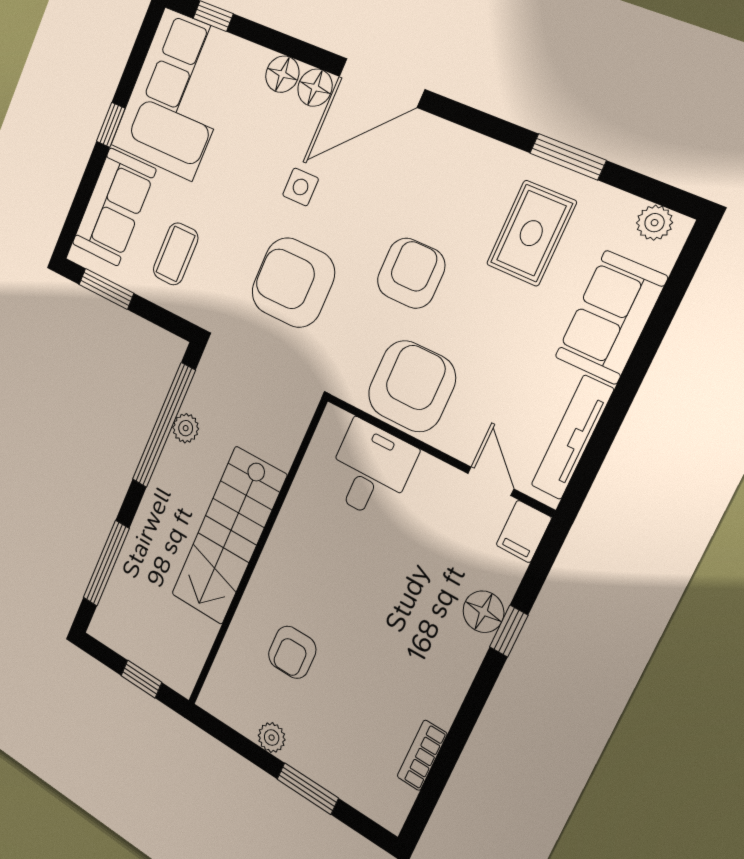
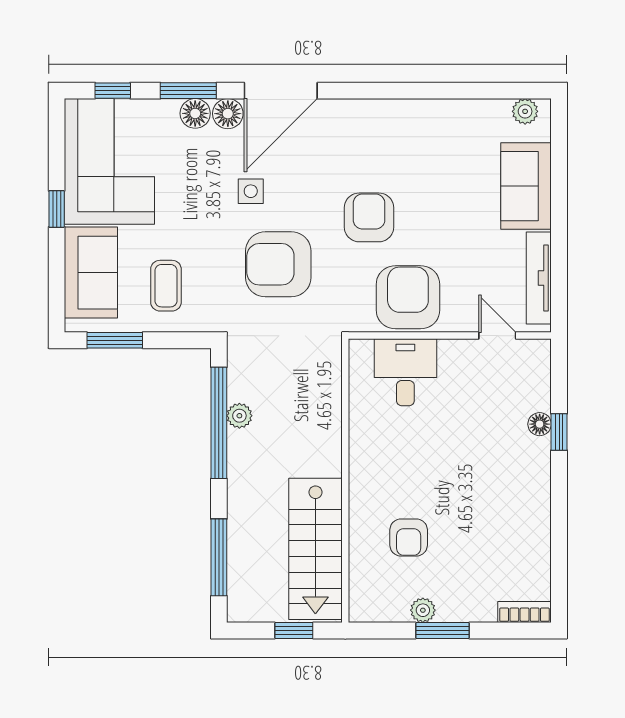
window: (568, 157) -> (188, 91), moved
rug: (531, 233) -> (444, 153), removed
filing cabinet: (524, 531) -> (537, 358), removed
stairs: (229, 535) -> (315, 549), moved
floor lamp: (483, 612) -> (540, 424), width x0.73, depth x0.73
bookcase: (422, 755) -> (525, 612), moved, turned 90
window: (308, 789) -> (442, 630), moved

